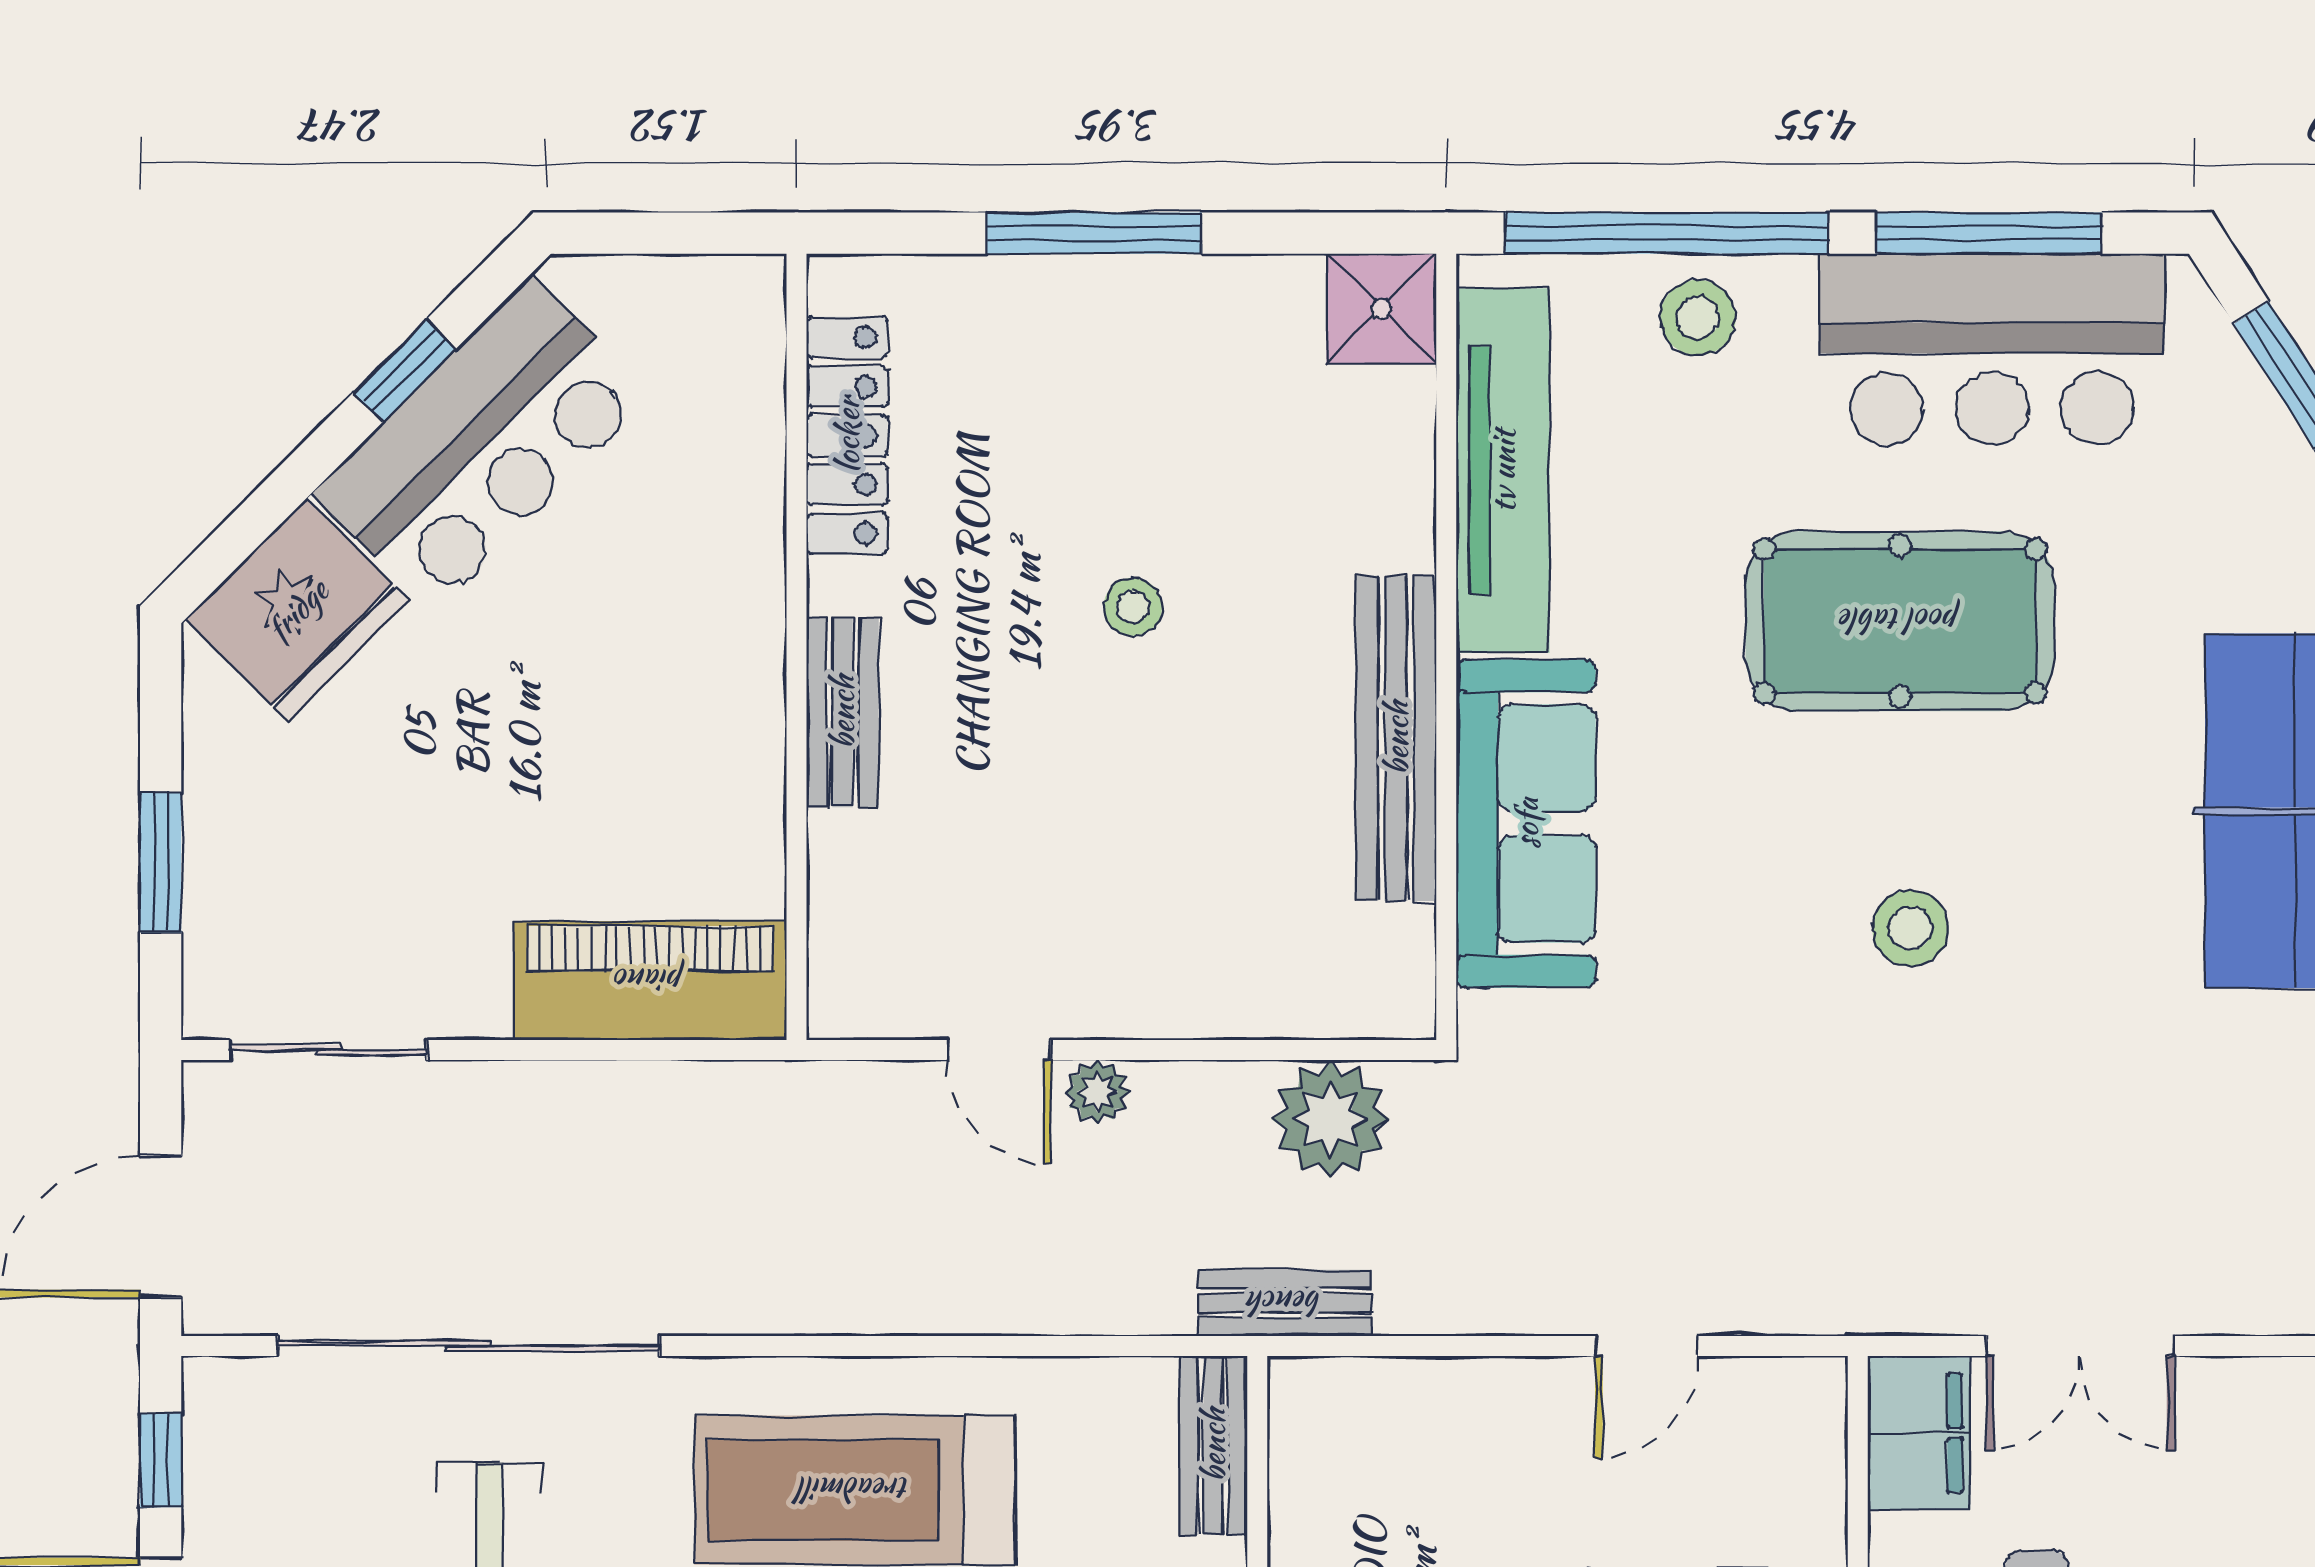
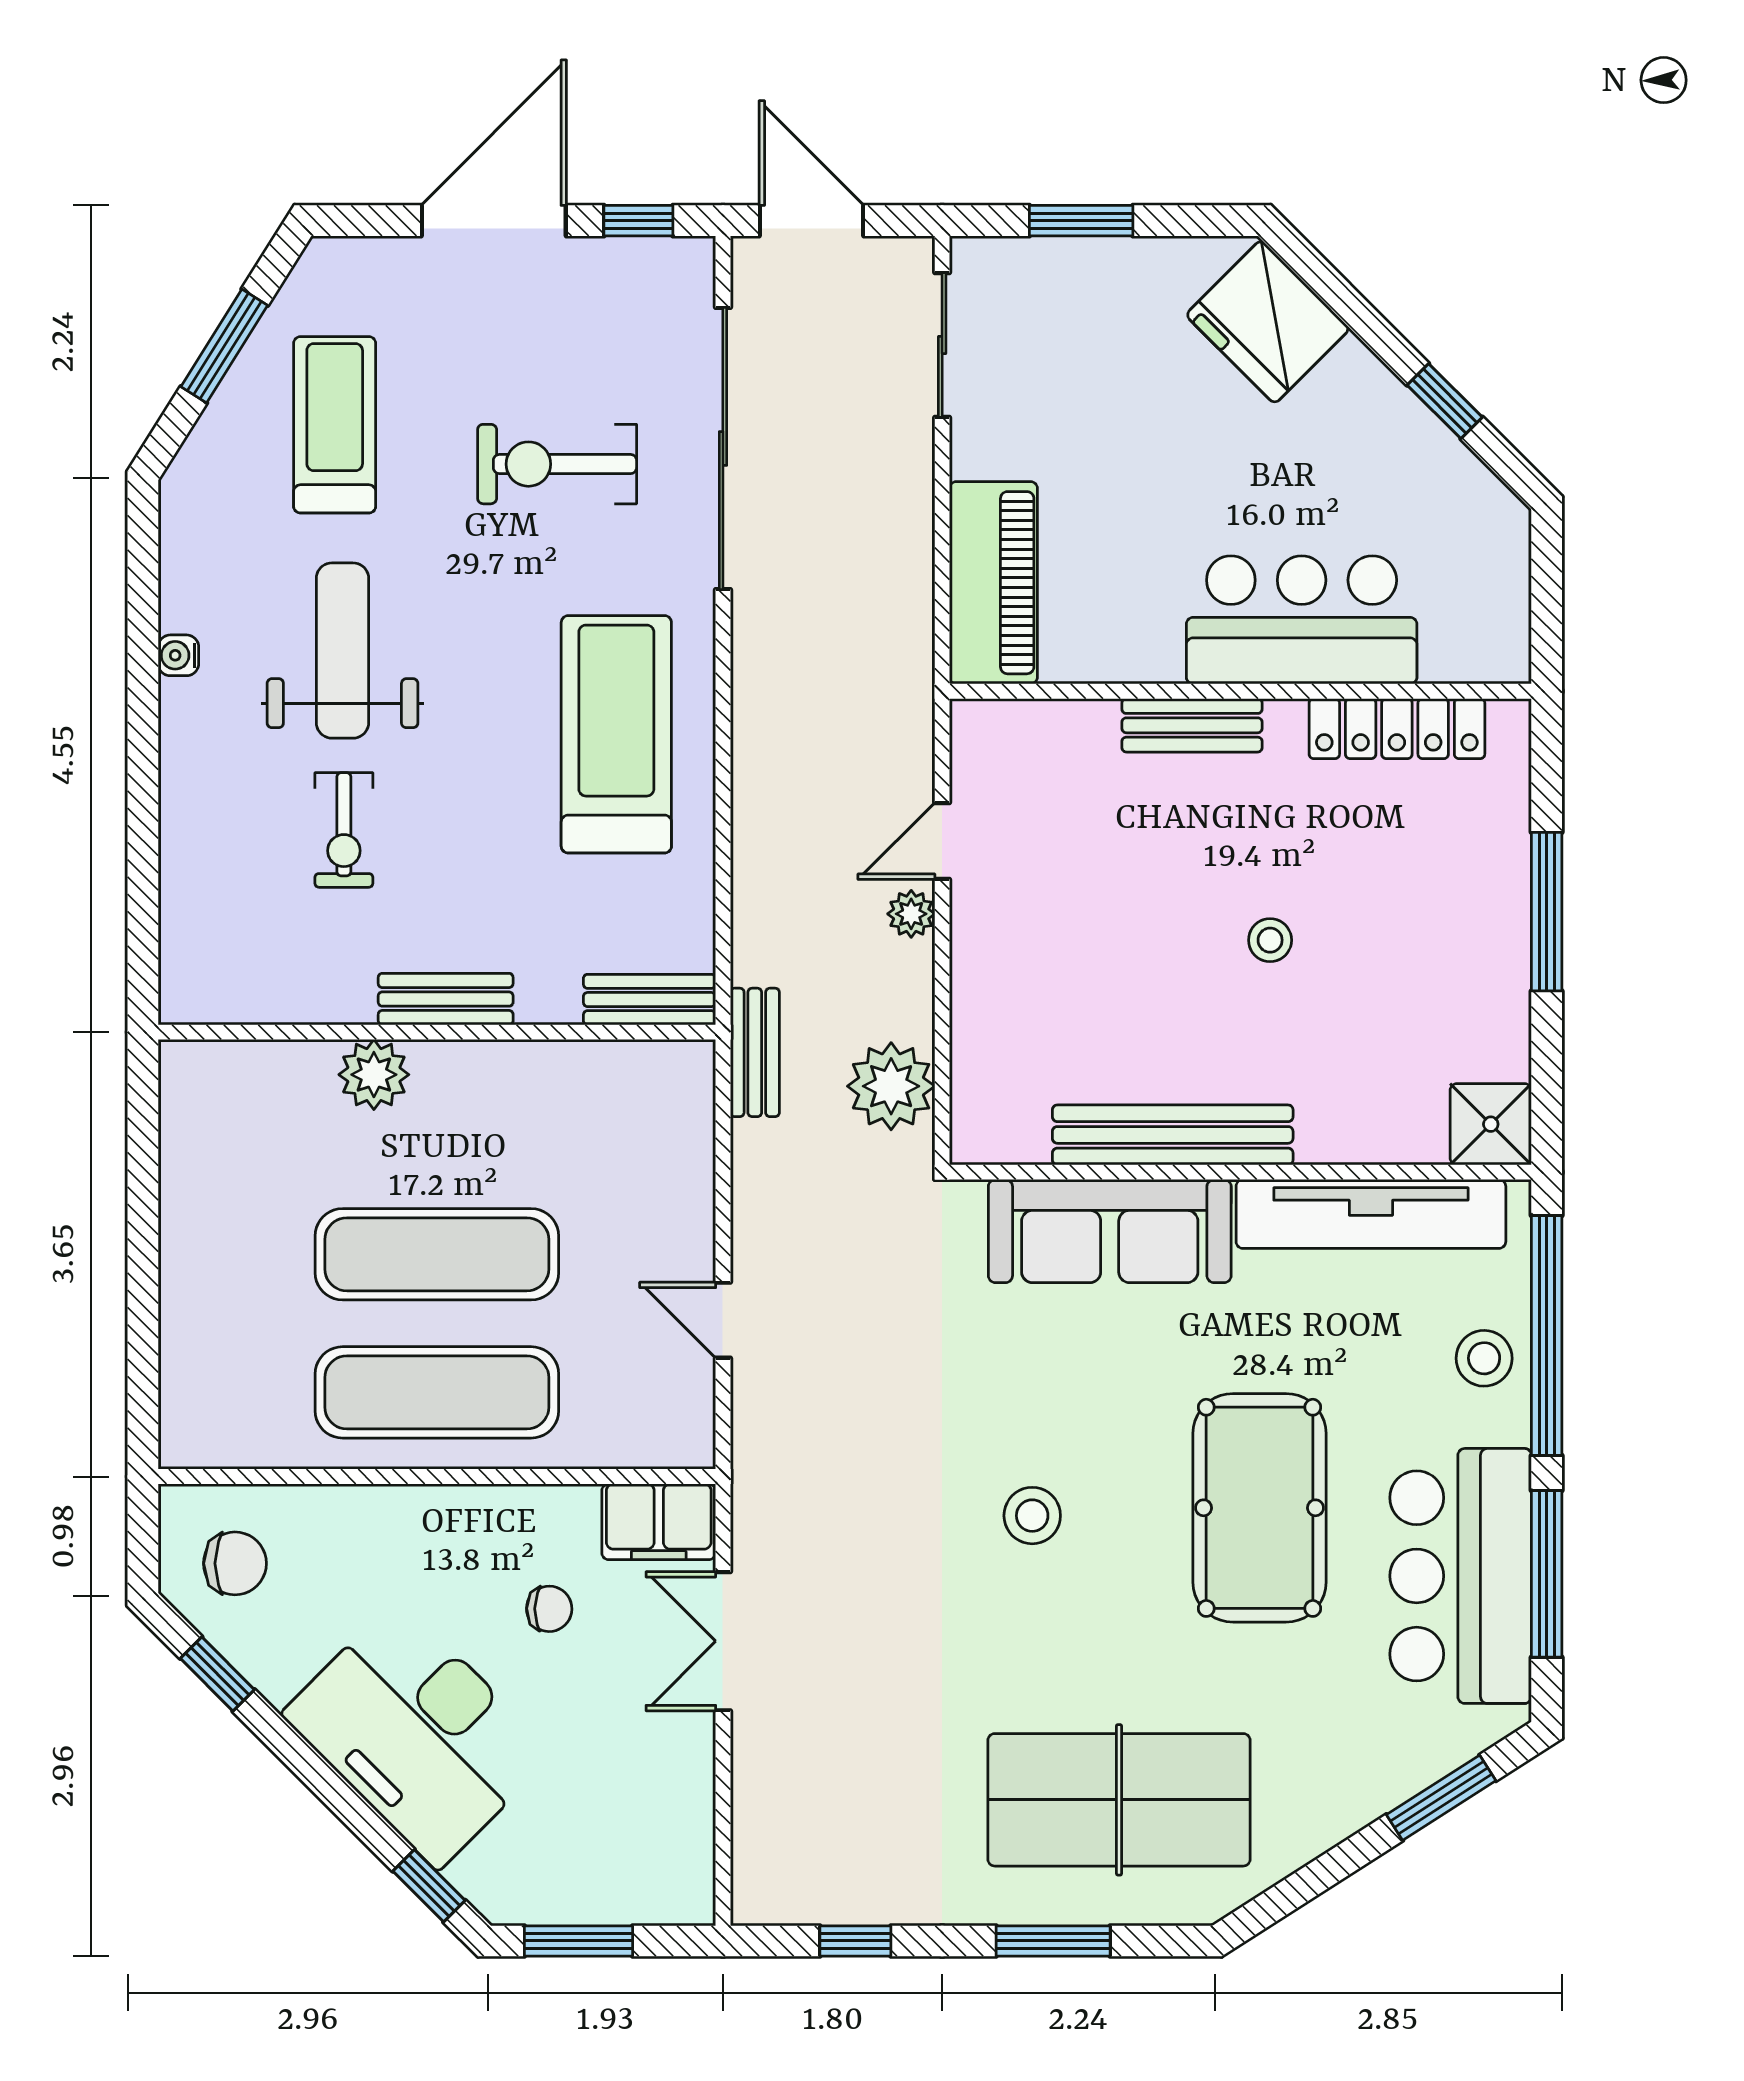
bar counter: (483, 444) -> (1302, 620), moved, turned 135

